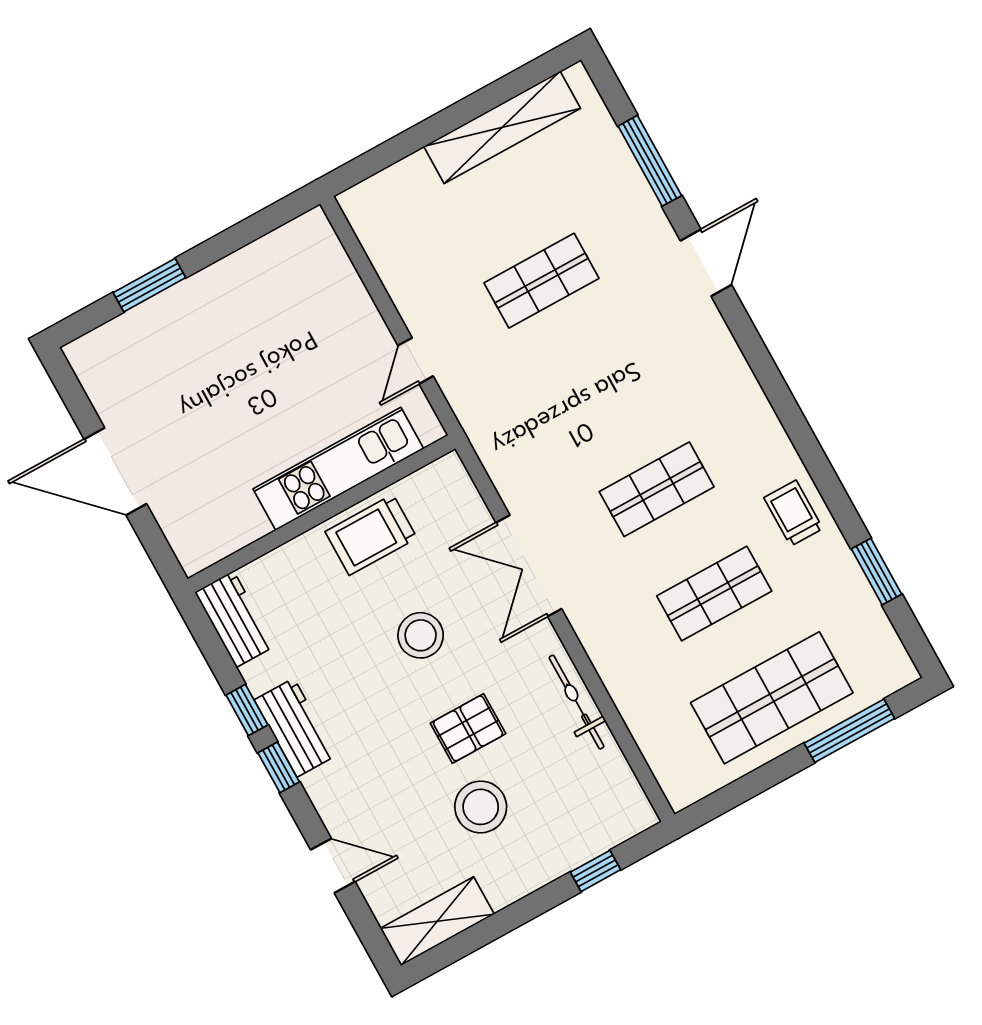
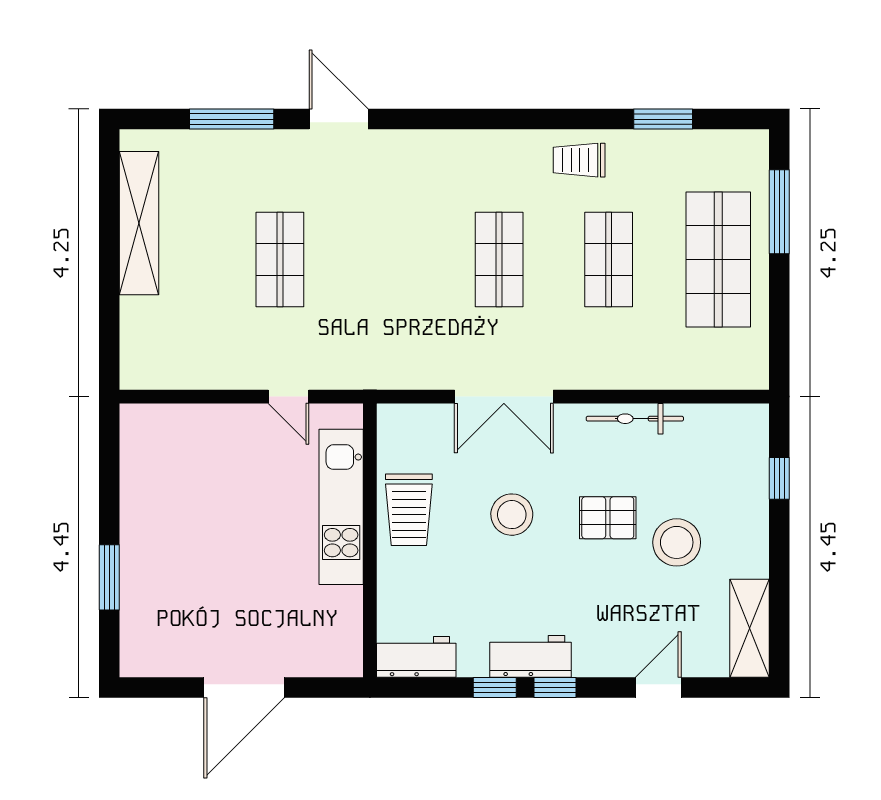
pallet: (468, 728) -> (608, 518), turned 90

